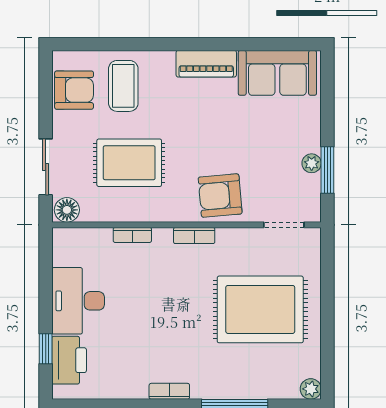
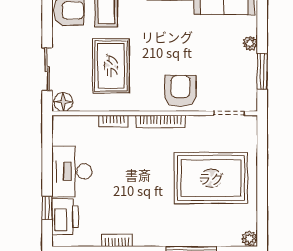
rug: (129, 163) -> (111, 66), turned 90
plant: (312, 163) -> (250, 43), moved
armchair: (220, 196) -> (180, 91), turned 95
bookcase: (194, 236) -> (161, 122), width x1.56
bookcase: (169, 391) -> (117, 240), moved

